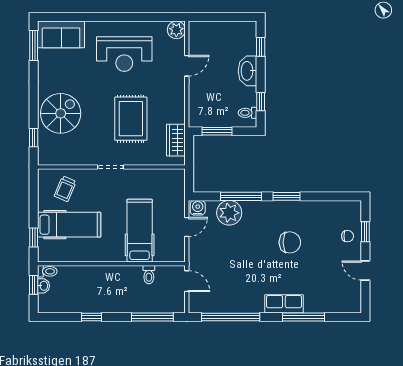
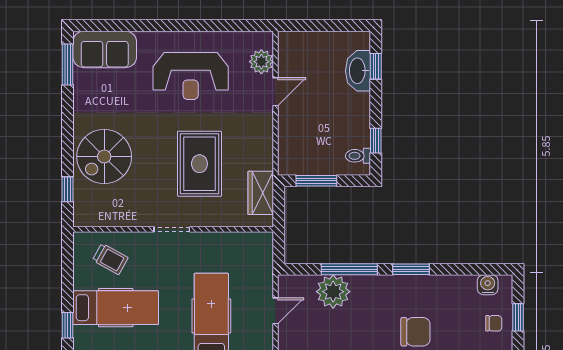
plant: (176, 30) -> (261, 62), moved
washbasin: (248, 71) -> (358, 71), moved
spiral stairs: (61, 113) -> (104, 157), turned 180
trolley: (65, 189) -> (110, 259), turned -84
water cooler: (198, 208) -> (488, 285), moved

